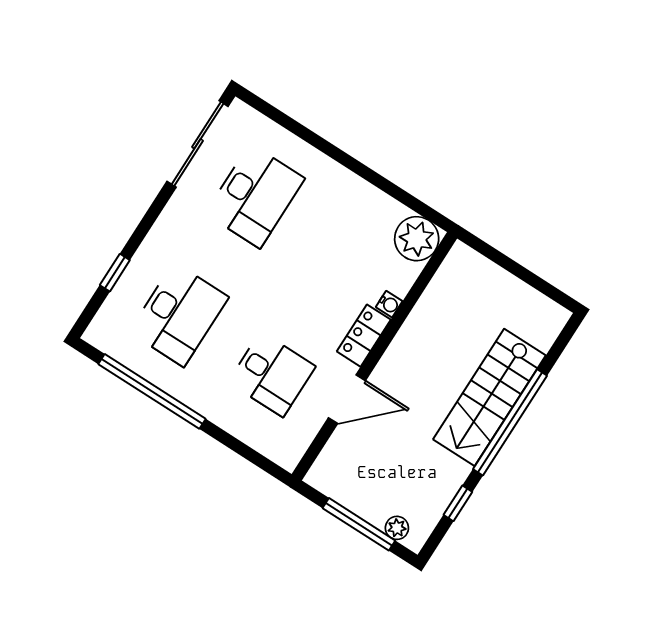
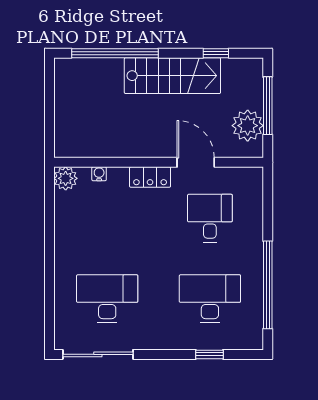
plant: (417, 239) -> (66, 178), width x0.73, depth x0.73
water cooler: (389, 304) -> (99, 174), moved
stairs: (489, 397) -> (172, 76), moved
window: (510, 422) -> (115, 53), moved
plant: (397, 528) -> (248, 126), moved, width x1.88, depth x1.88

